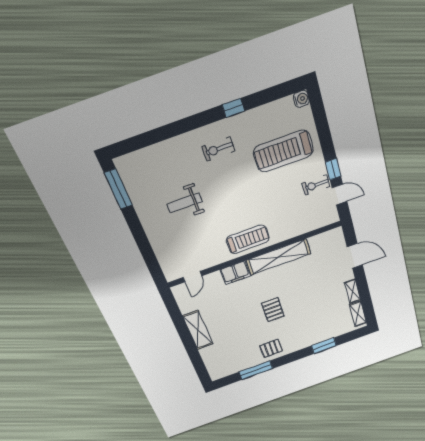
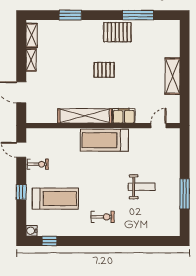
window: (233, 108) -> (49, 241), moved
window: (333, 169) -> (21, 192), moved
window: (118, 189) -> (185, 194), moved
treadmill: (248, 239) -> (104, 140), width x1.37, depth x1.38
pallet: (273, 310) -> (104, 70), turned 90
pallet: (271, 348) -> (117, 32), width x1.50, depth x1.42

